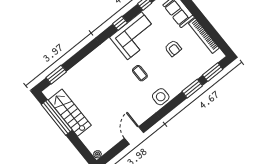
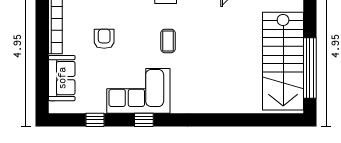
window: (56, 75) -> (270, 120), removed
stairs: (70, 113) -> (283, 61), width x1.36, depth x1.51

